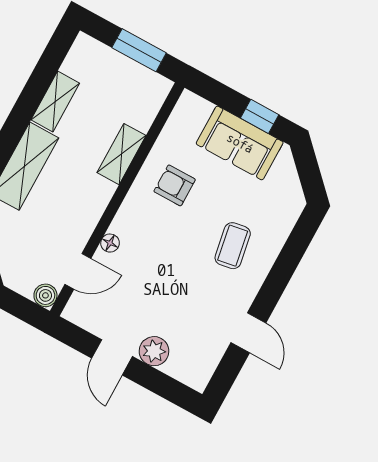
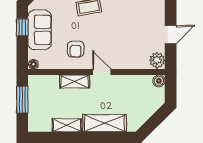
floor lamp: (110, 243) -> (33, 64), moved
door: (78, 271) -> (102, 72), moved
plant: (154, 351) -> (157, 60), moved

